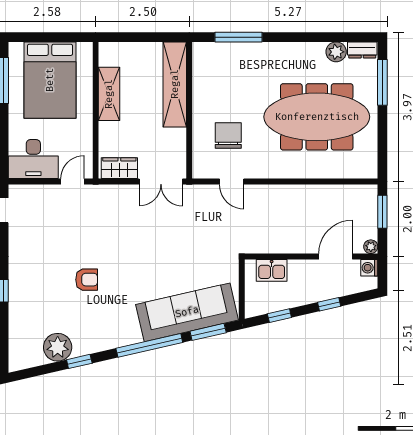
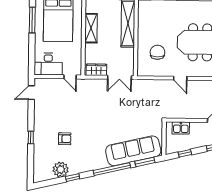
door: (72, 181) -> (70, 77), swing flipped
door: (232, 181) -> (180, 78), moved
armchair: (87, 280) -> (65, 139), moved

